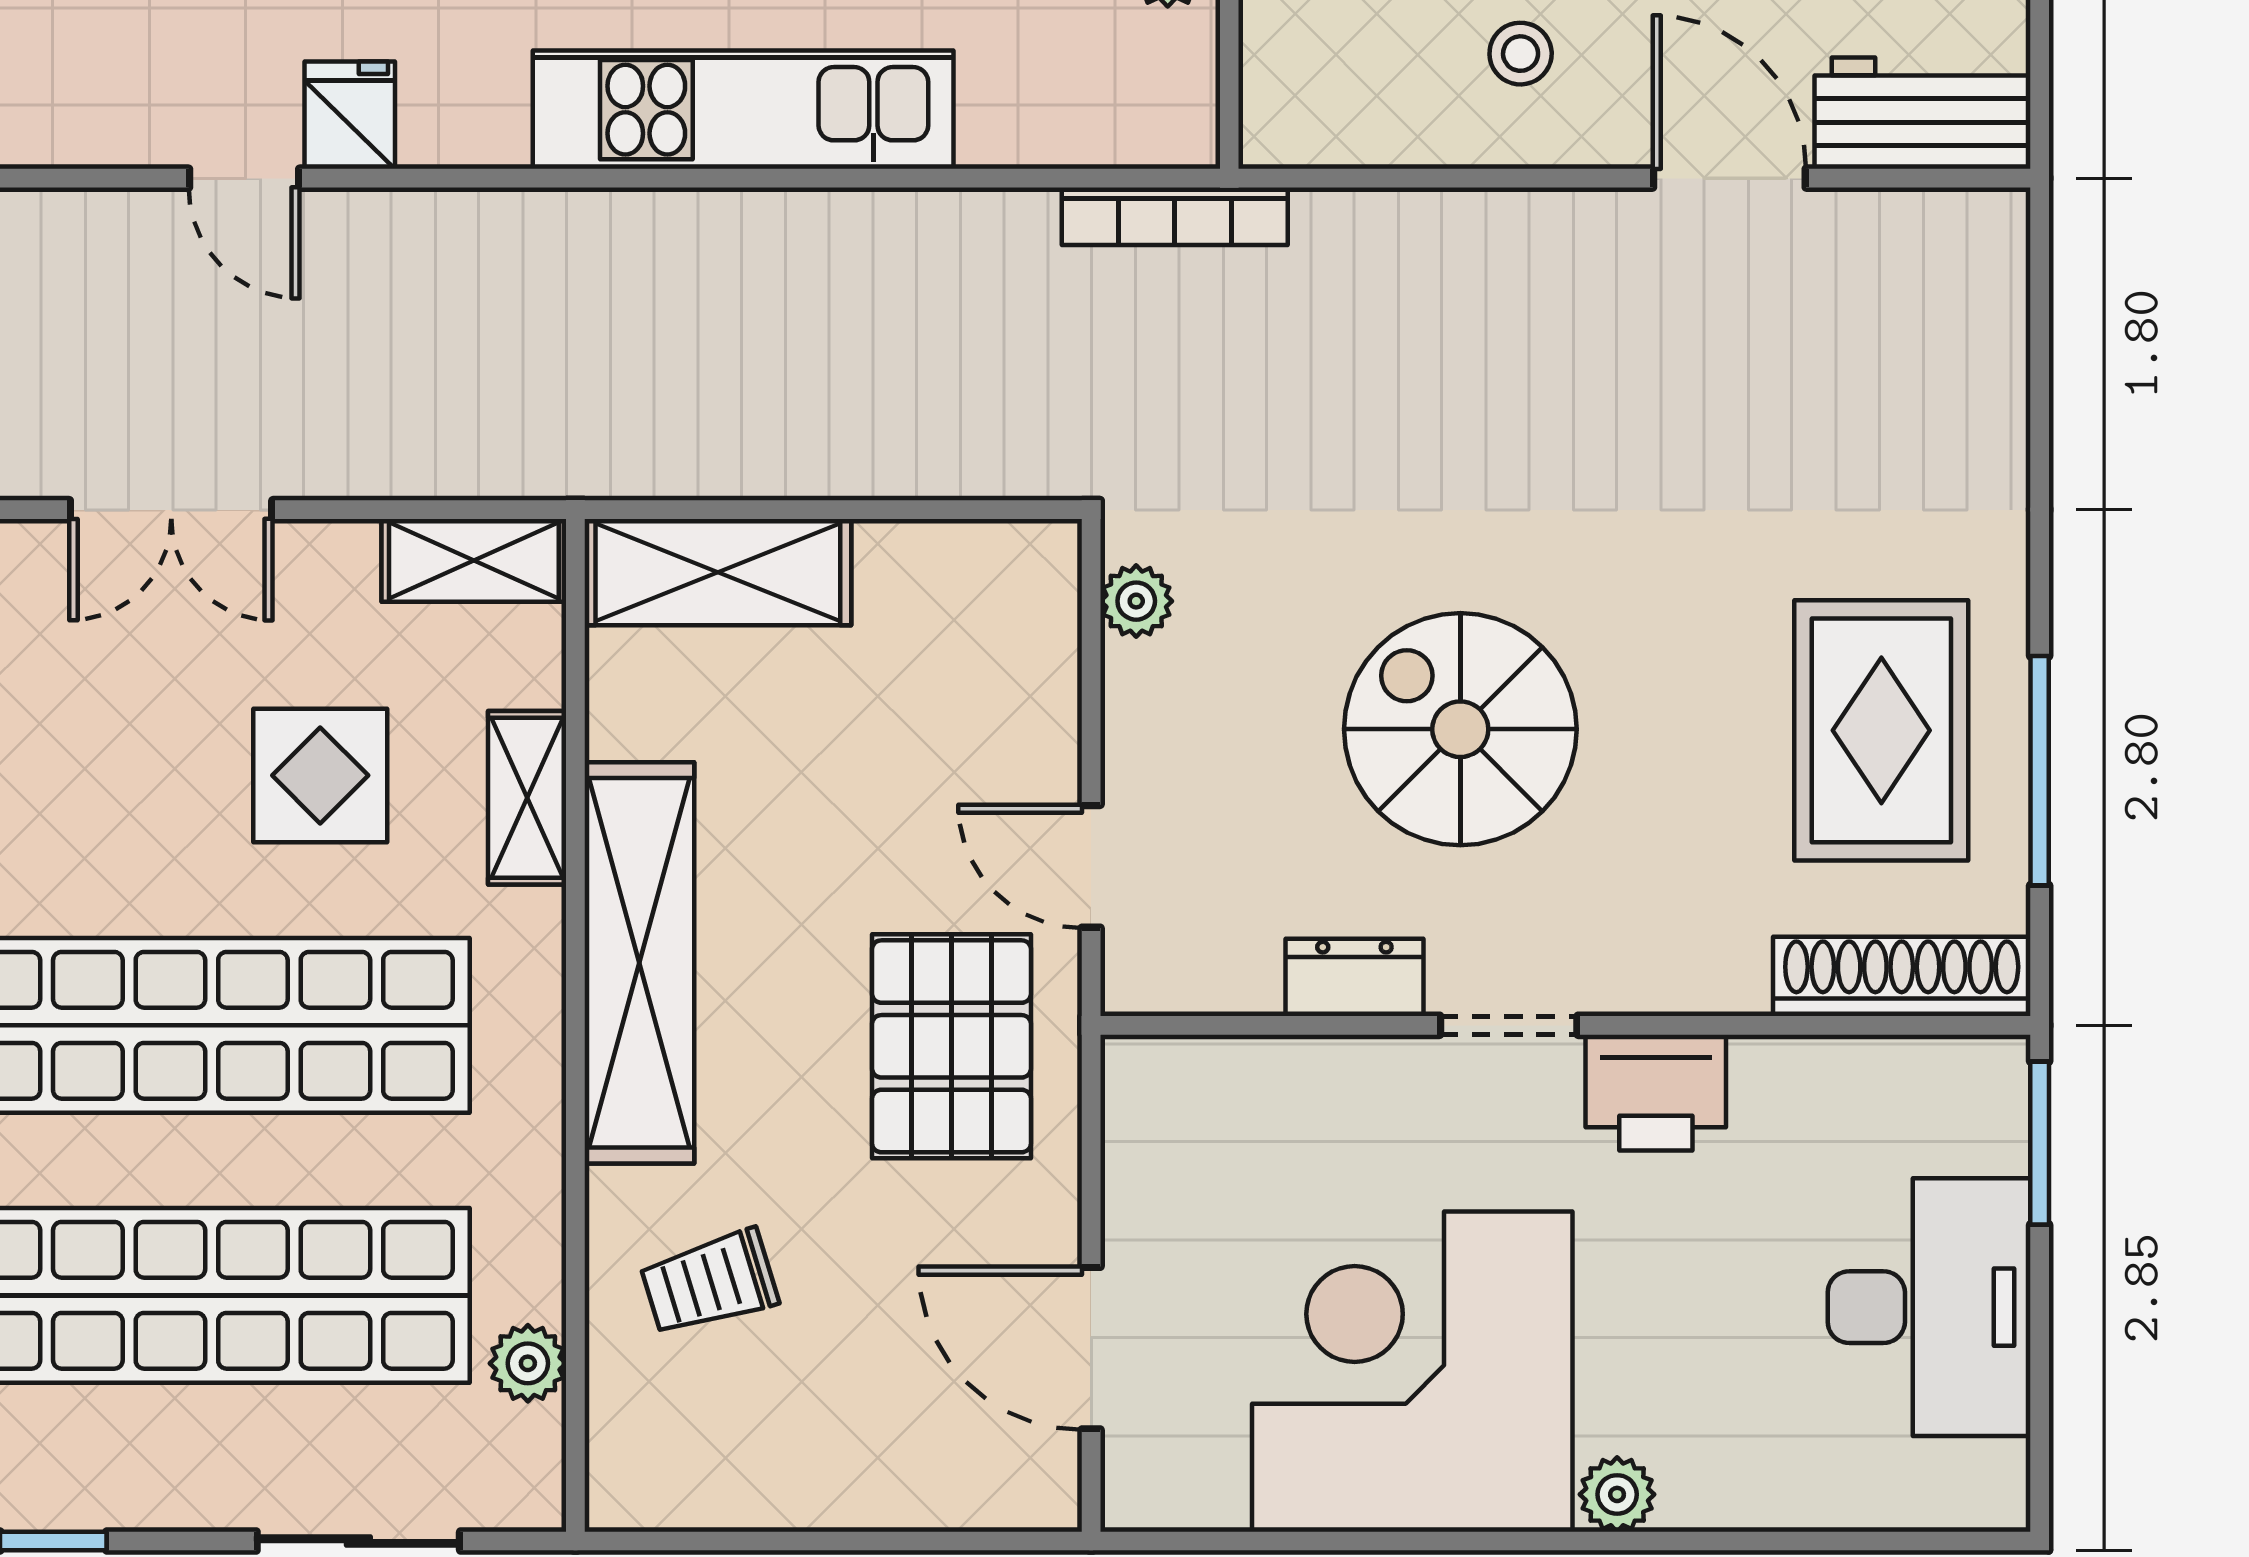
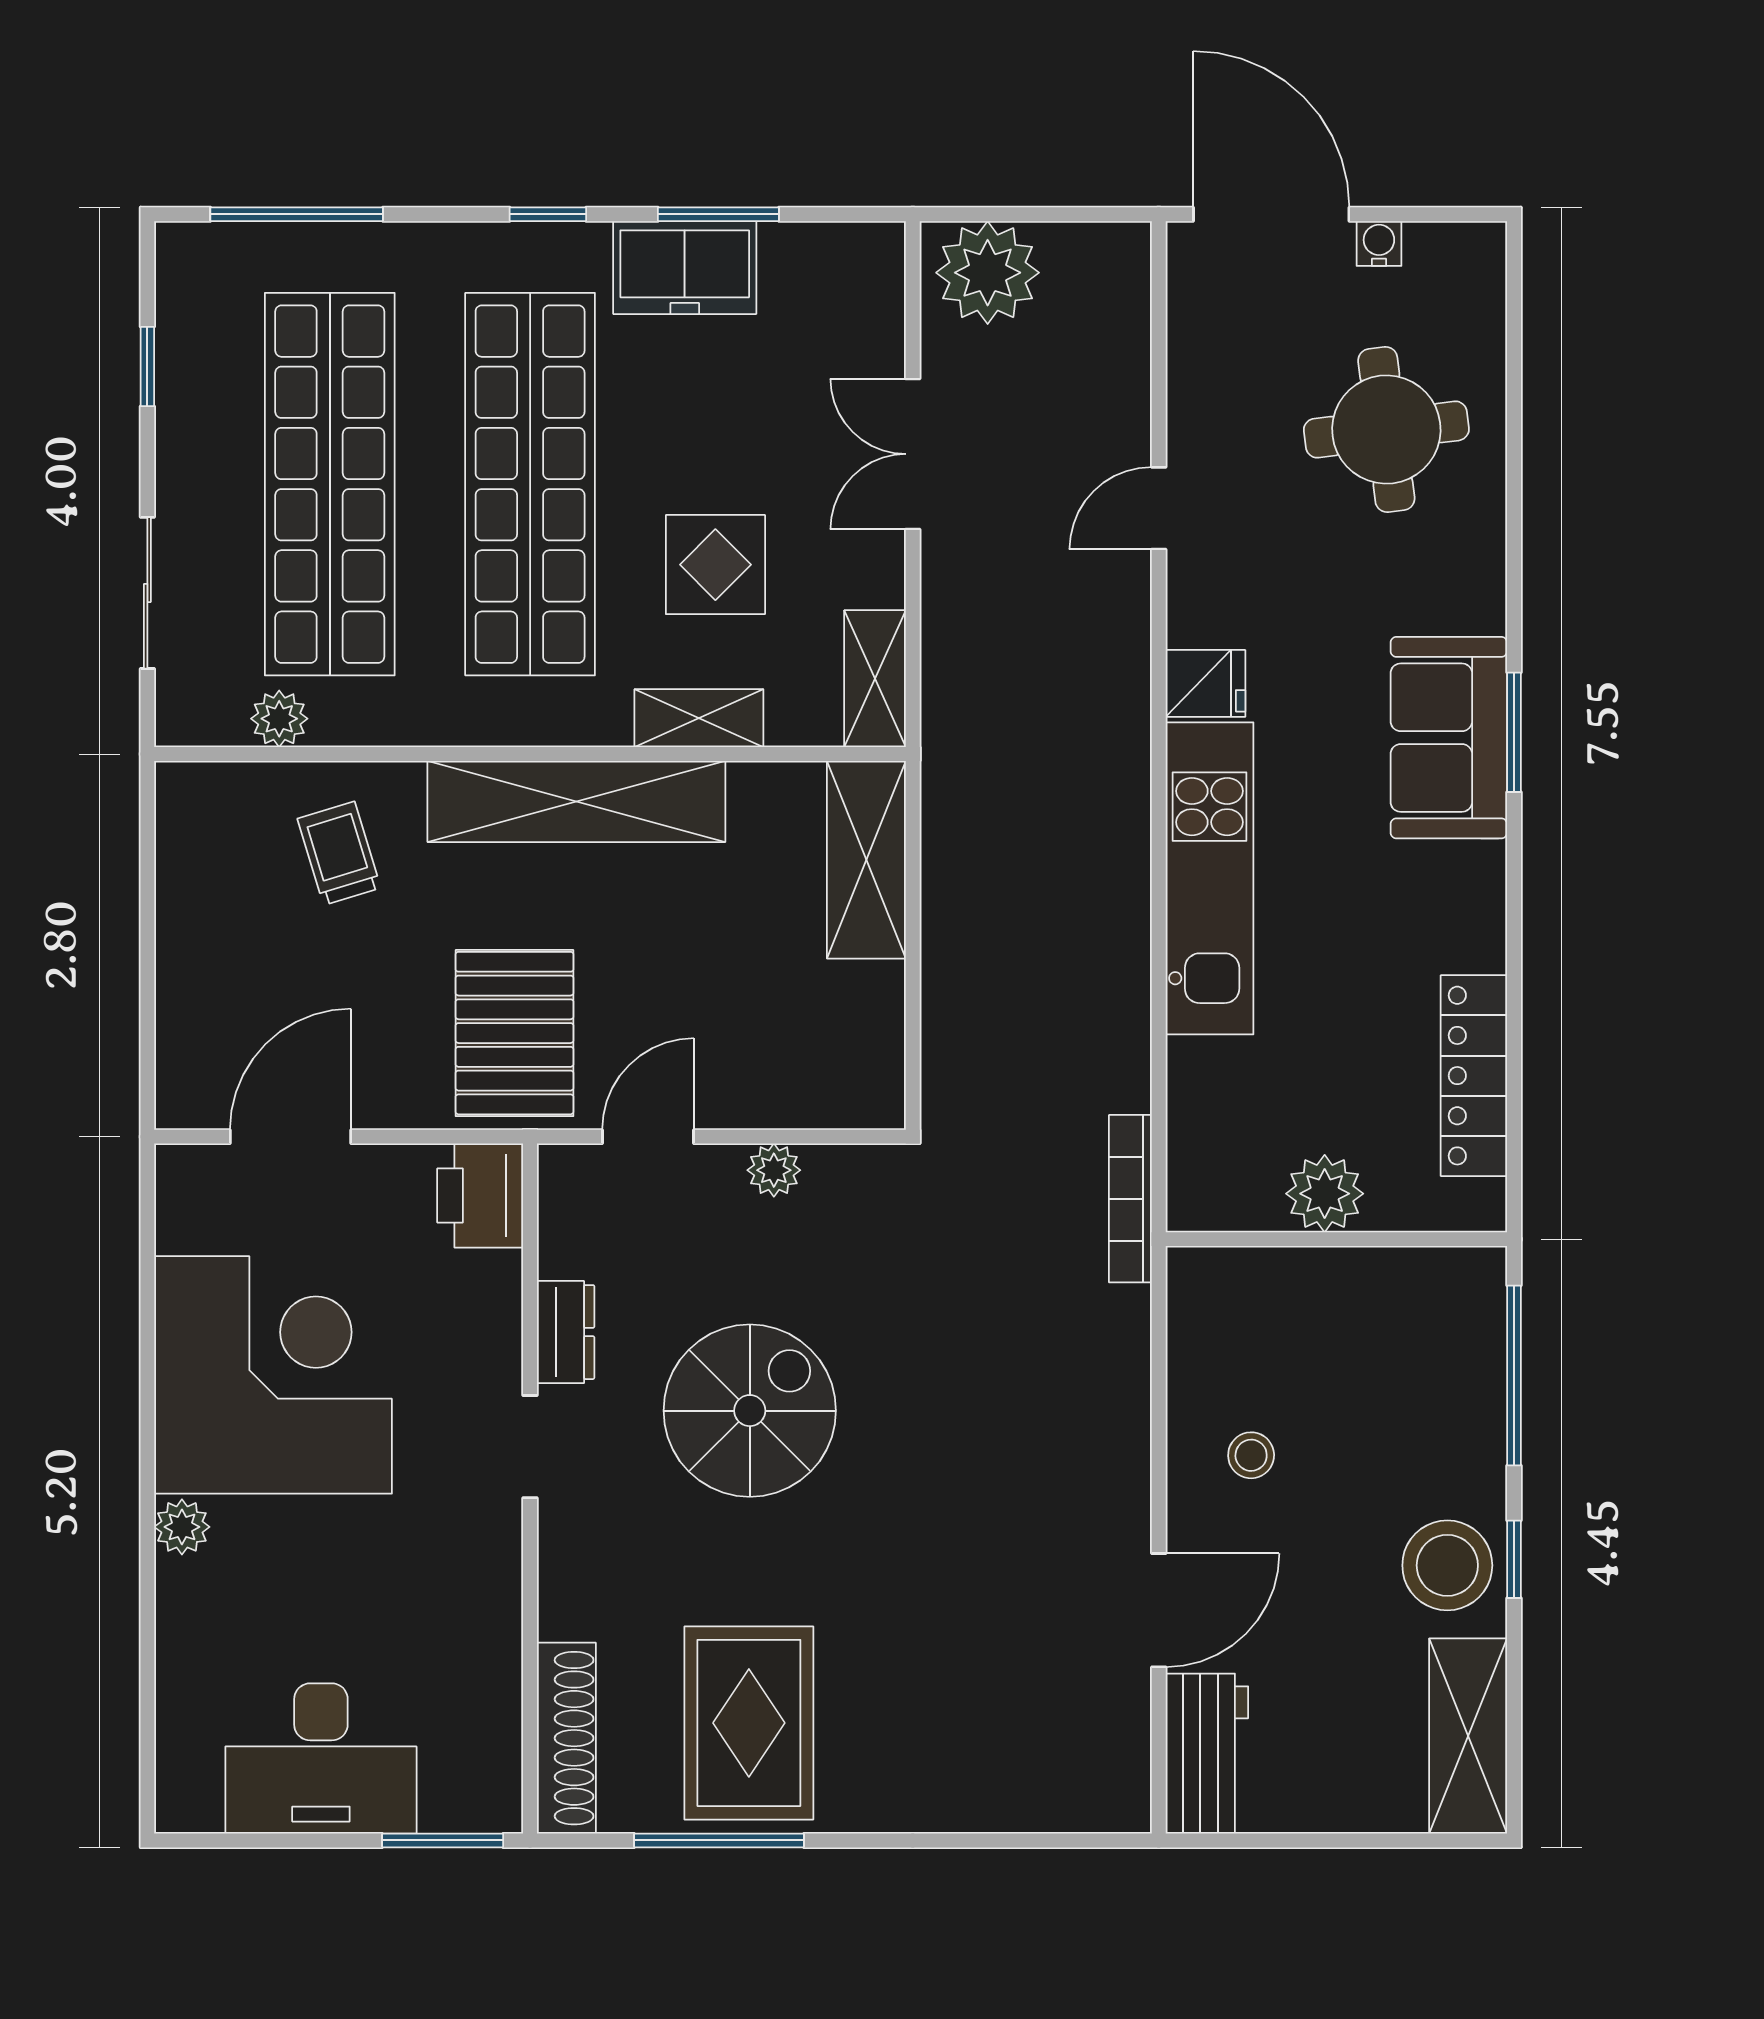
fridge: (350, 115) -> (1205, 683), moved
plant: (1136, 601) -> (774, 1170), moved
rug: (1881, 730) -> (749, 1723), turned 90
pallet: (951, 1046) -> (514, 1033), turned 90
printer: (1656, 1093) -> (480, 1196), moved

